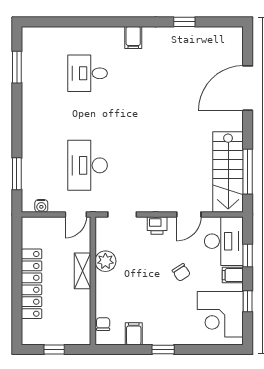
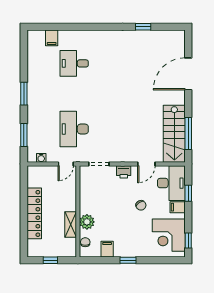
filing cabinet: (133, 38) -> (52, 38), moved
window: (17, 67) -> (24, 94), moved
plant: (105, 261) -> (87, 222), moved
shelving: (83, 271) -> (71, 224), moved
window: (248, 301) -> (188, 241), moved

